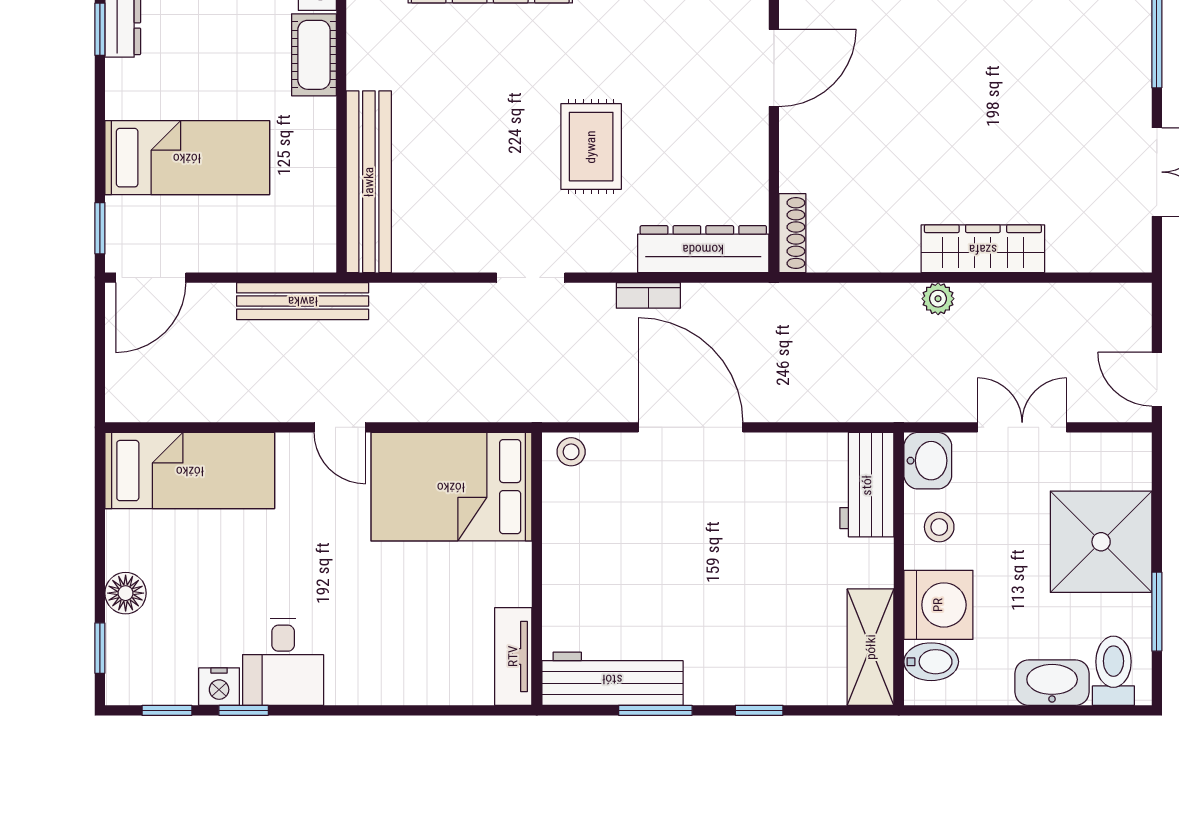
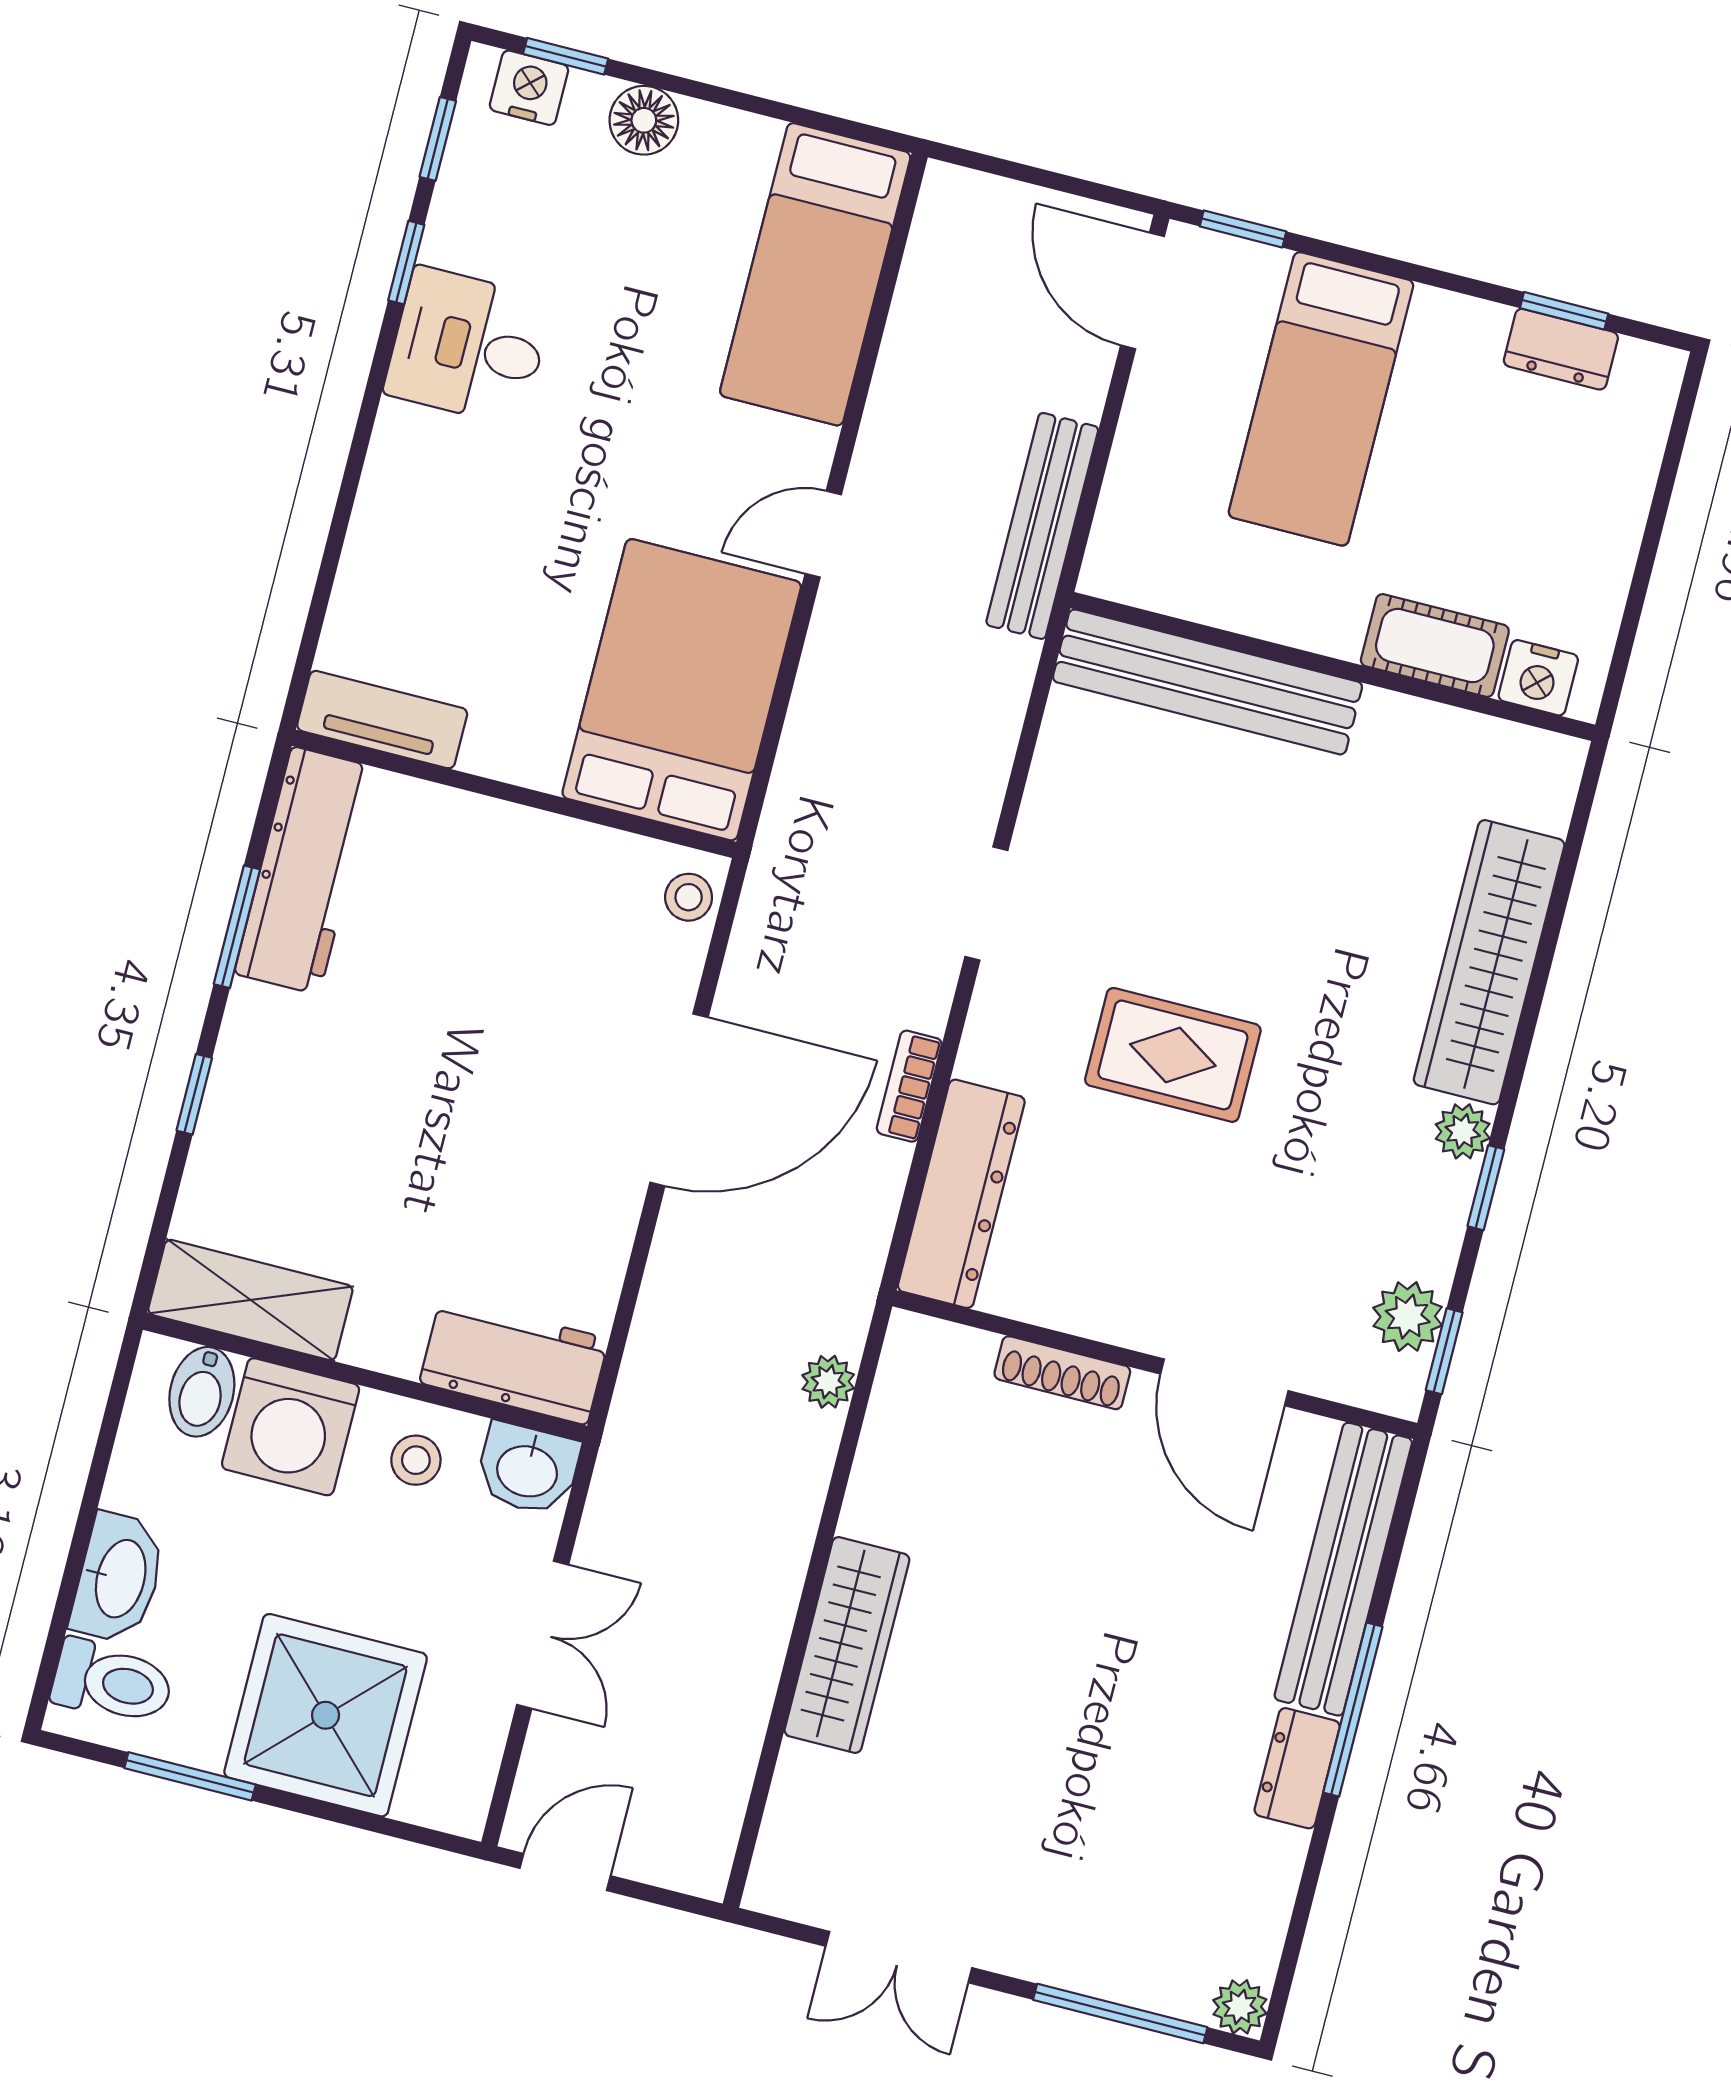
shoe rack: (792, 233) -> (1062, 1373), moved
plant: (938, 299) -> (828, 1382), moved
nightstand: (219, 687) -> (529, 88), moved, turned 90

